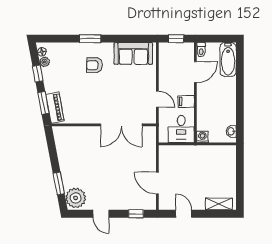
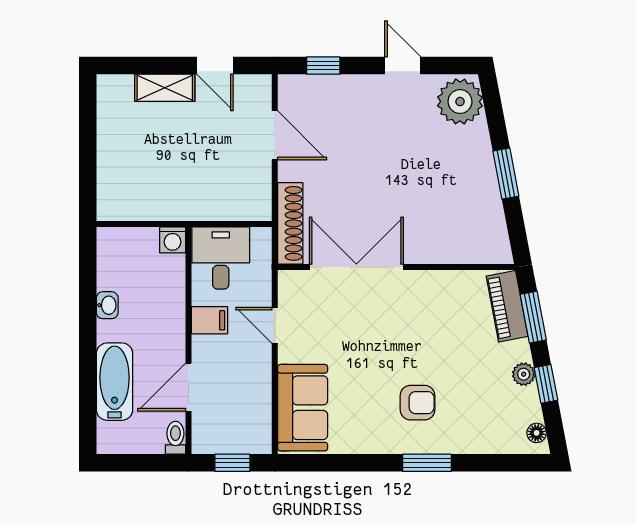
sofa: (133, 53) -> (303, 408), moved, turned 90
bathtub: (228, 59) -> (115, 382), moved
plant: (45, 62) -> (524, 374), moved
washbasin: (231, 131) -> (107, 305), moved
shoe rack: (151, 144) -> (290, 223), added
window: (59, 183) -> (506, 174), moved
shelving: (219, 204) -> (165, 88), moved

